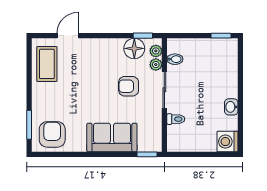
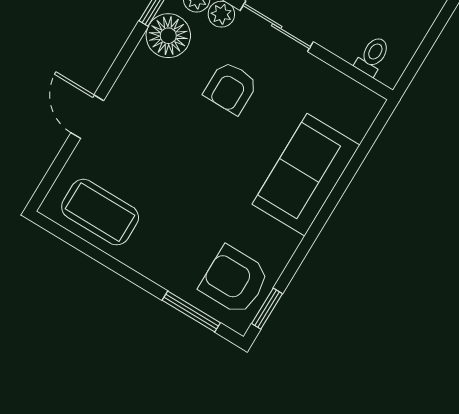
door: (68, 36) -> (87, 117), moved
toilet: (176, 119) -> (373, 56), moved
window: (147, 154) -> (267, 309), moved

